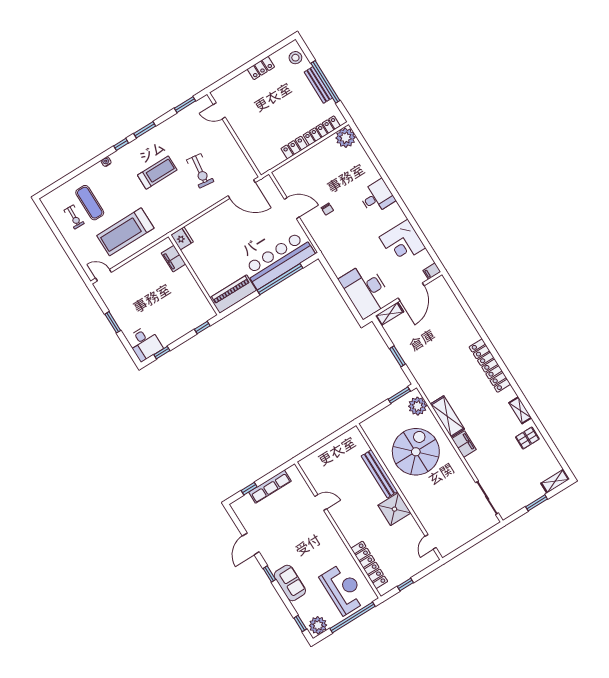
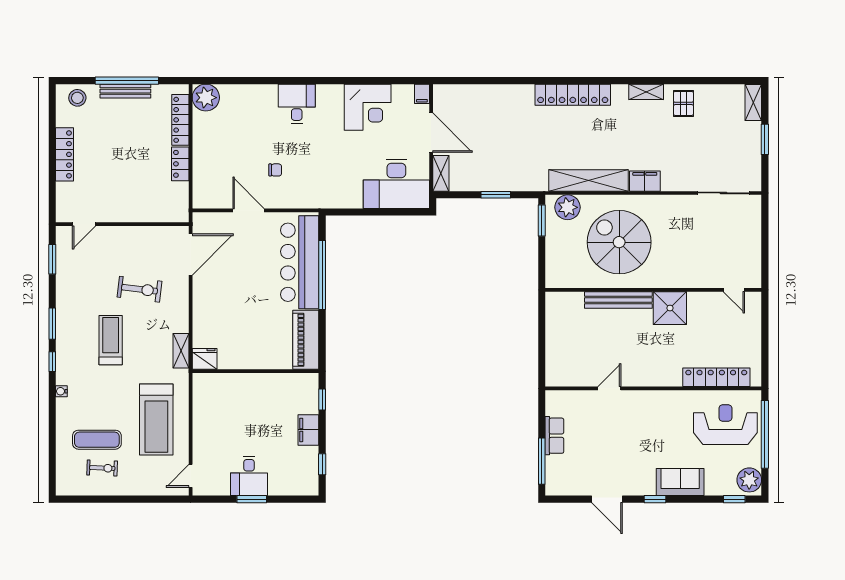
locker: (261, 68) -> (65, 154), width x1.53
door: (292, 208) -> (248, 210), hinge flipped
shelving: (178, 221) -> (181, 351), added
filing cabinet: (174, 259) -> (308, 430), moved, turned 90
desk: (145, 343) -> (249, 476), moved, turned 90
shelving: (447, 417) -> (589, 180), width x1.47
row of seats: (270, 487) -> (554, 436), width x0.68
window: (249, 489) -> (542, 461), width x2.17
window: (405, 585) -> (765, 350), removed

